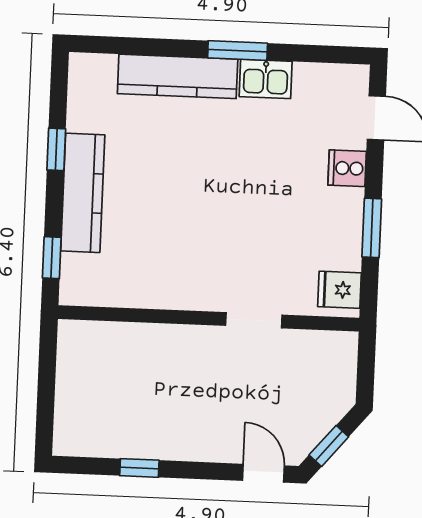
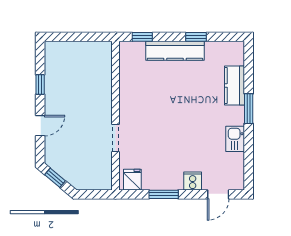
window: (238, 51) -> (249, 109), moved
kitchen counter: (178, 76) -> (235, 85), width x0.67
door: (263, 473) -> (40, 126), moved

